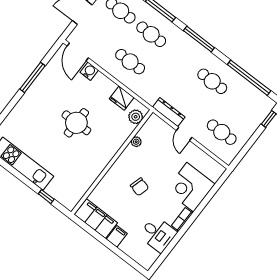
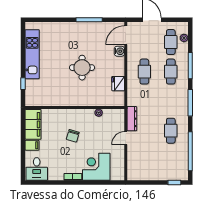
plant: (136, 117) -> (113, 101), removed
cafe table: (222, 132) -> (144, 160), removed
desk: (158, 234) -> (37, 169), moved

